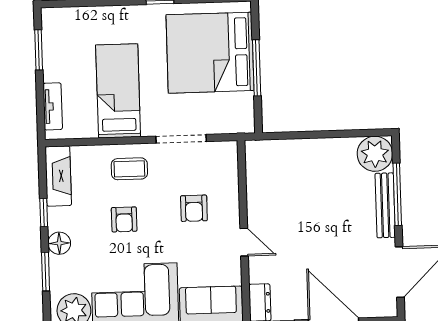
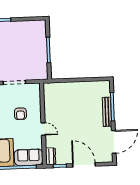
bed: (210, 53) -> (27, 43), removed
plant: (375, 154) -> (102, 89), removed

